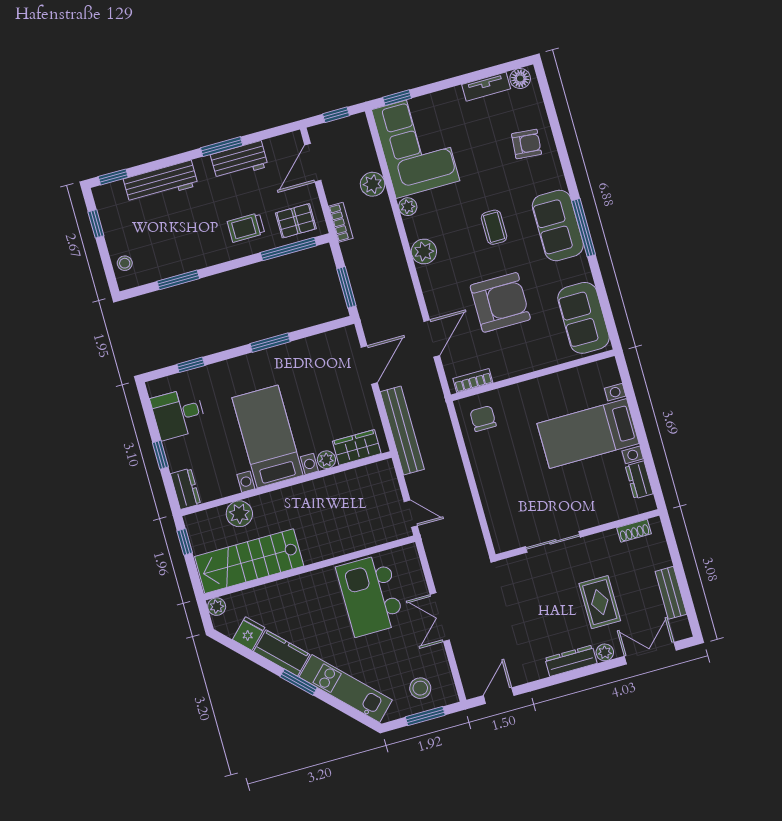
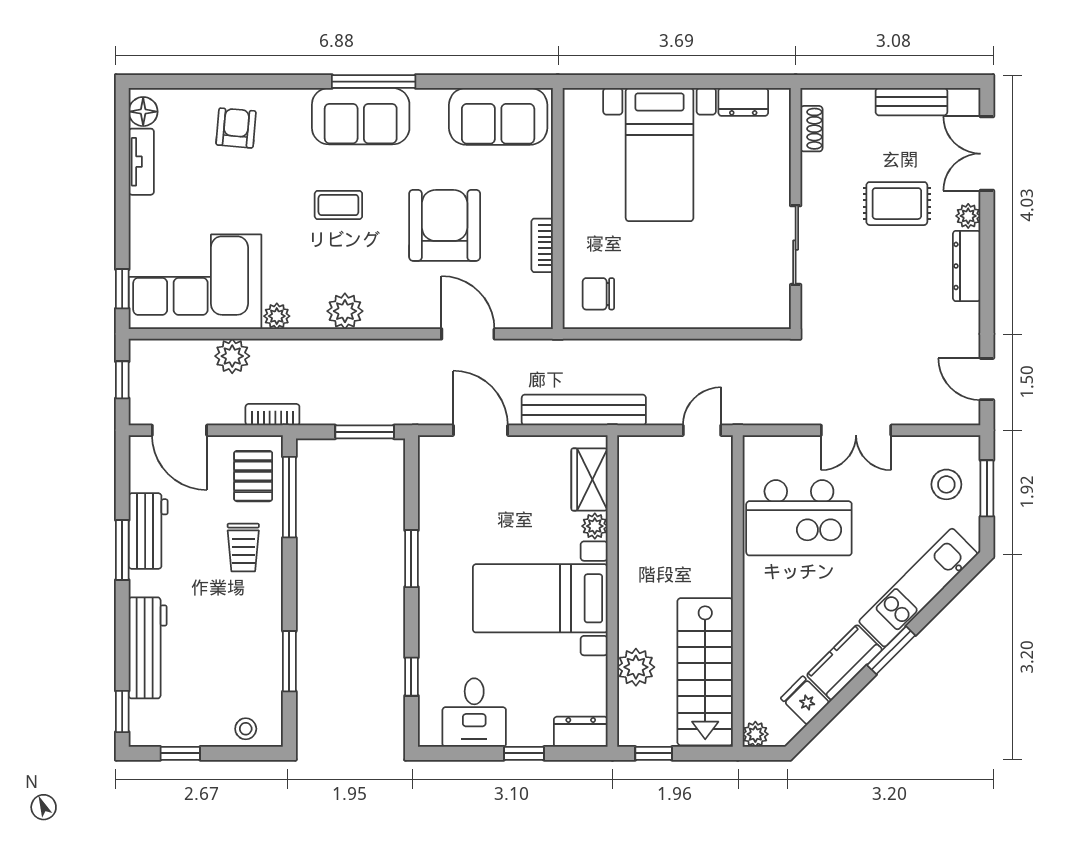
bookcase: (473, 381) -> (542, 245), moved

